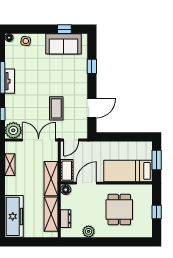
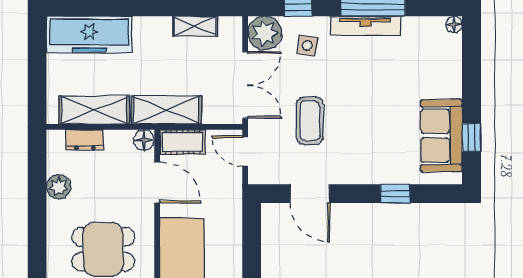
side table: (26, 41) -> (307, 46), moved
tv unit: (10, 81) -> (365, 26), width x1.41
coffee table: (56, 108) -> (310, 121), turned 90

